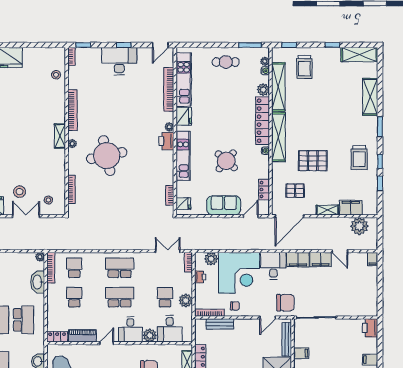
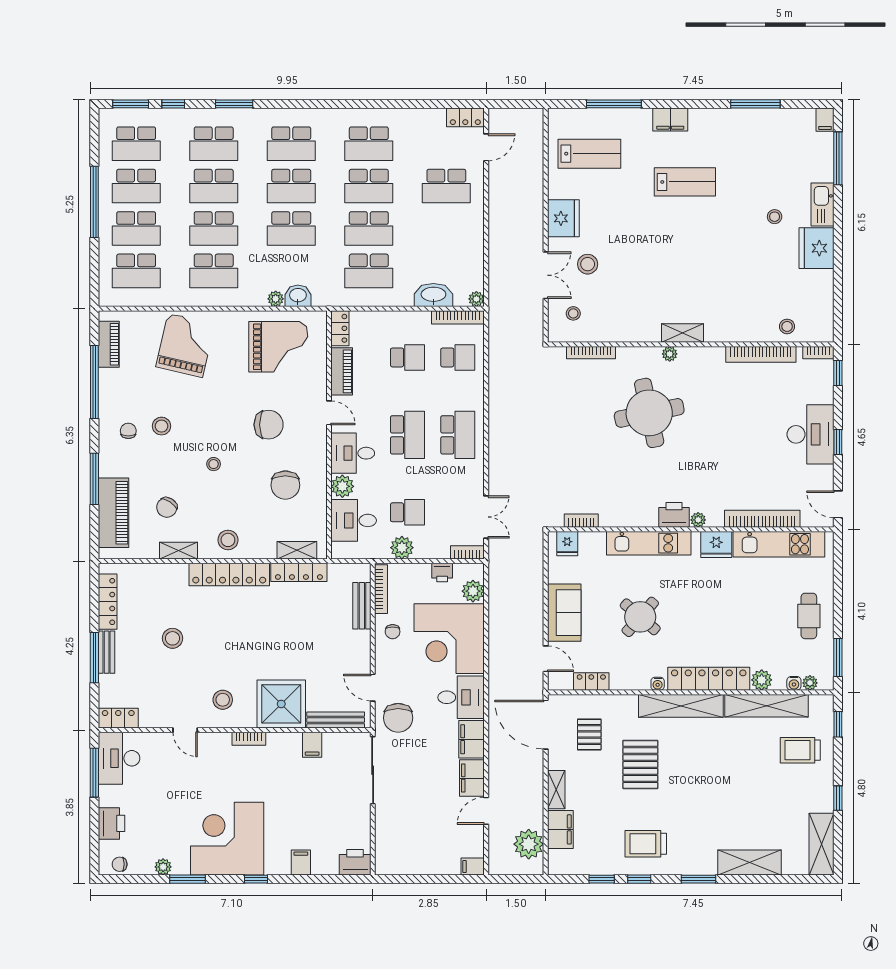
bookcase: (72, 110) -> (761, 354), moved

